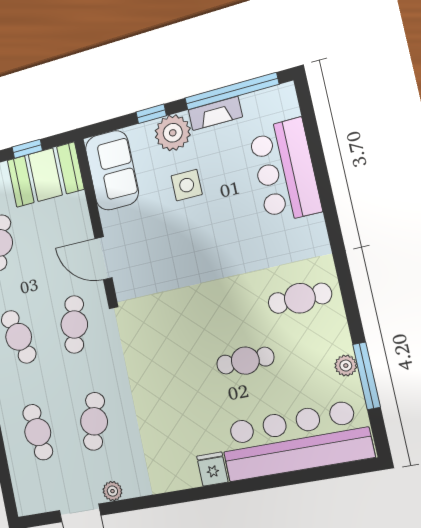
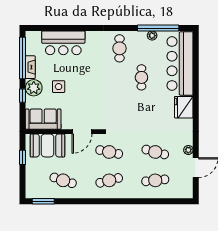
booth: (45, 175) -> (47, 145), moved, turned 90
window: (367, 376) -> (158, 28), width x1.46
fridge: (212, 469) -> (184, 107), width x1.88, depth x1.34

